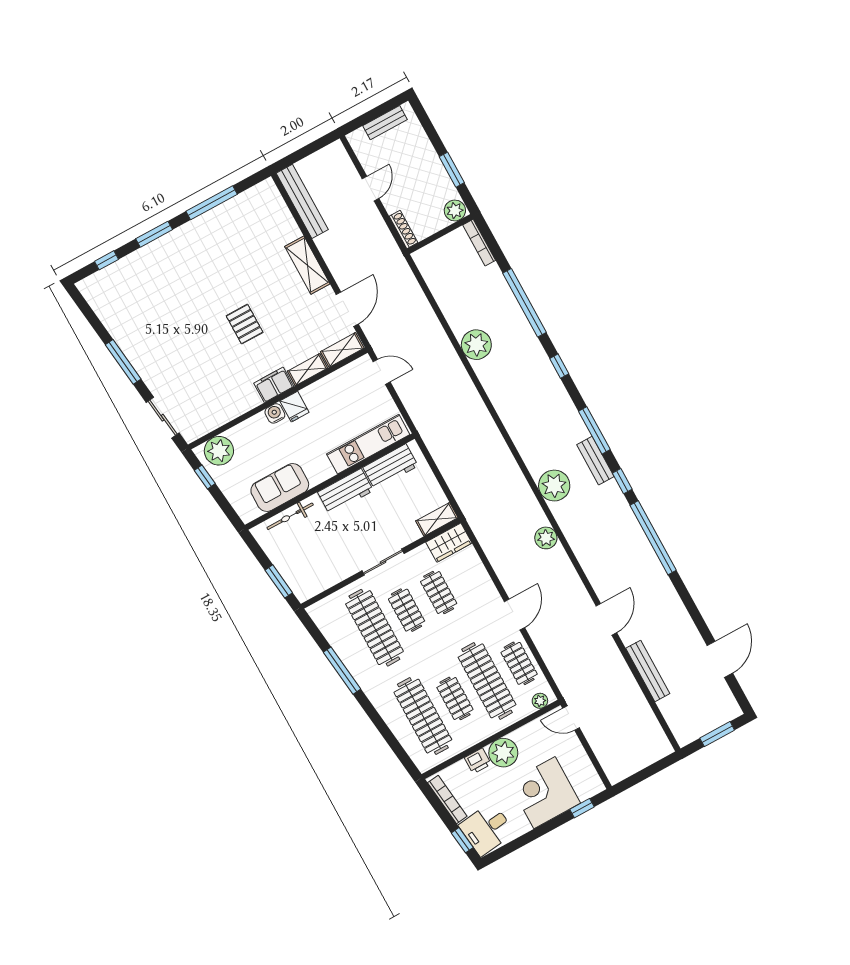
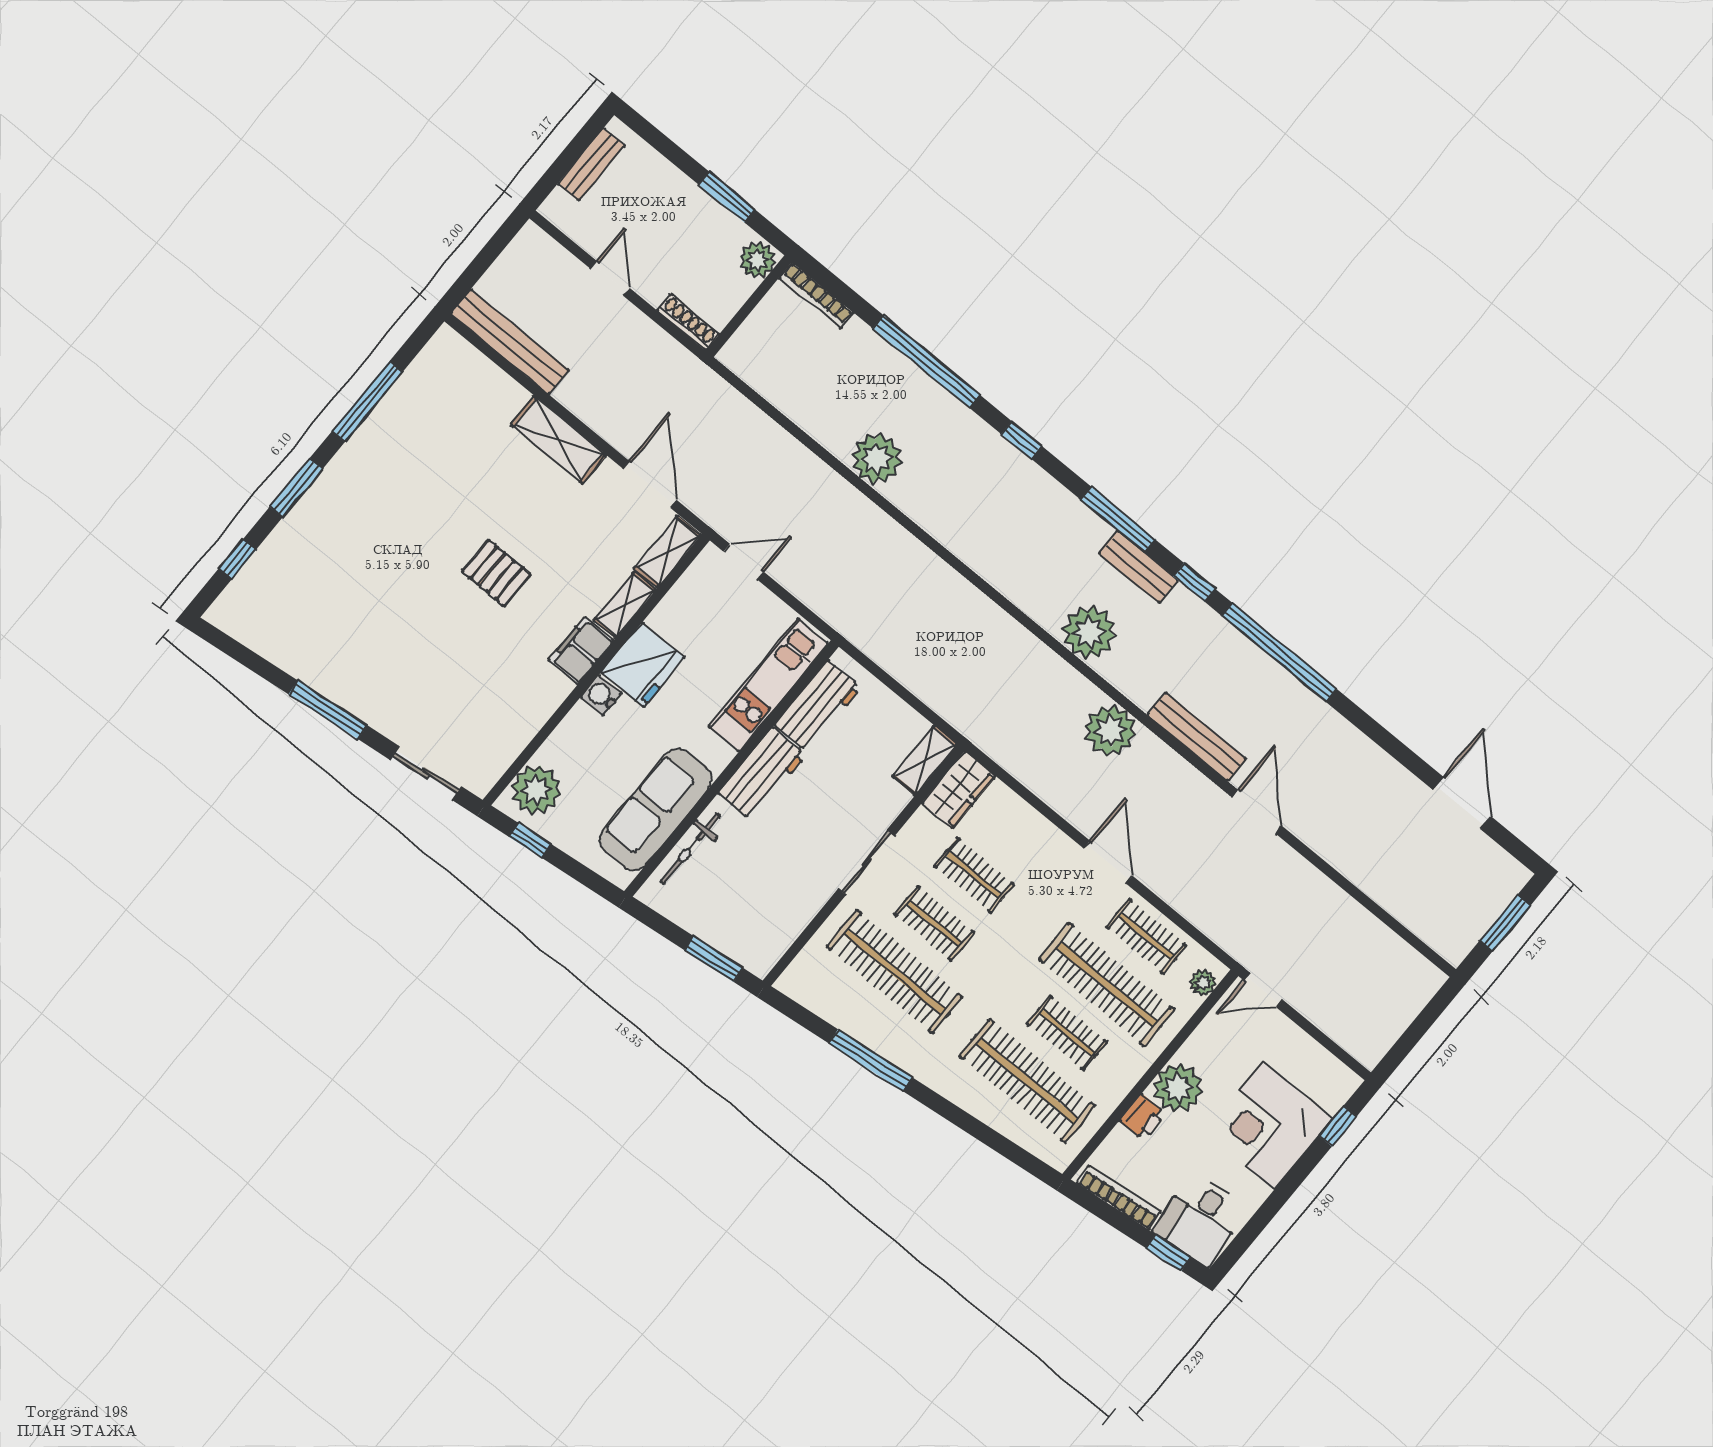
fridge: (294, 407) -> (643, 665), width x1.88, depth x1.34
sofa: (280, 488) -> (656, 809), width x1.36
plant: (546, 538) -> (1110, 730), width x1.36, depth x1.36
bench: (648, 671) -> (1197, 737), moved

